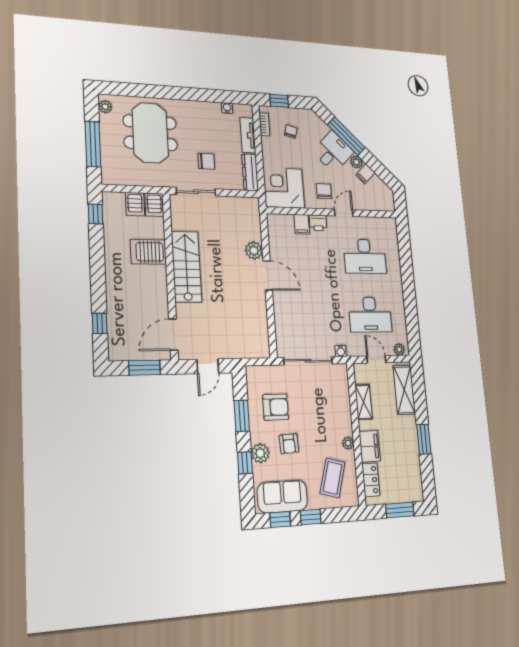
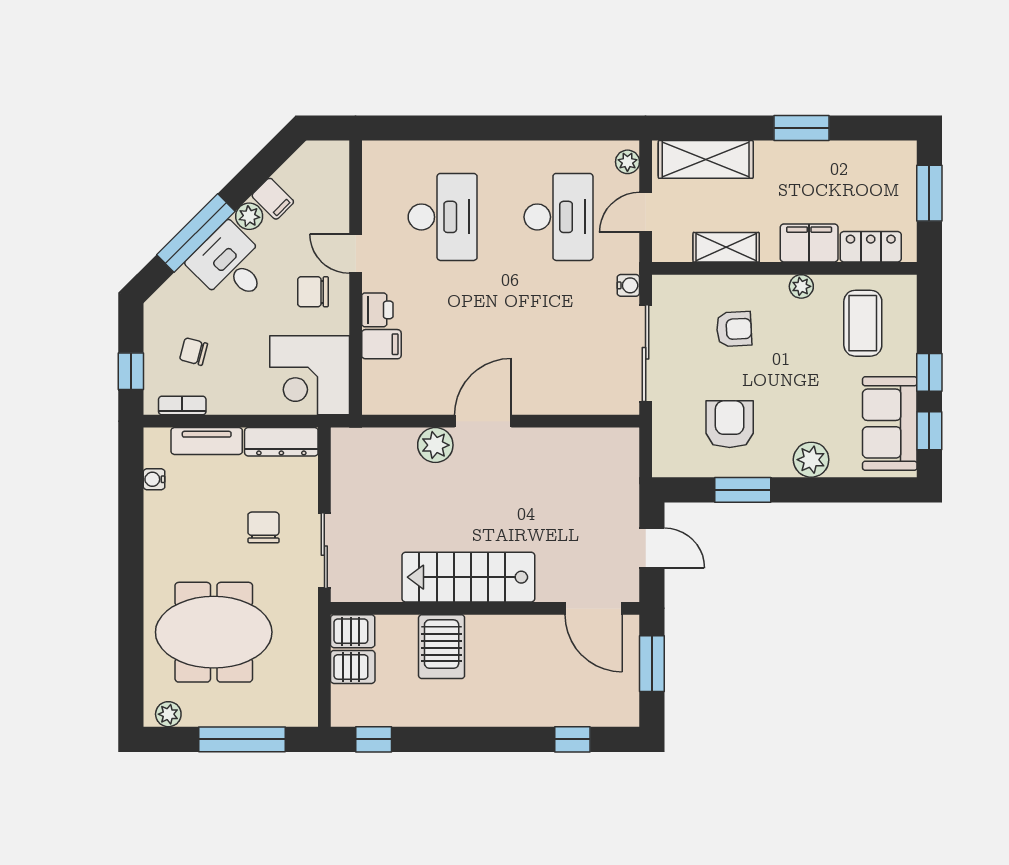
armchair: (289, 444) -> (734, 329), moved
window: (245, 463) -> (826, 490), removed
coffee table: (333, 478) -> (863, 323), turned 74

